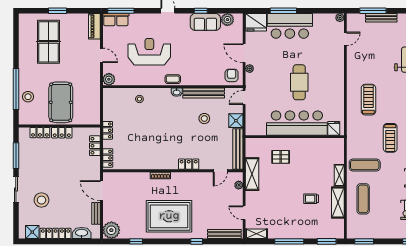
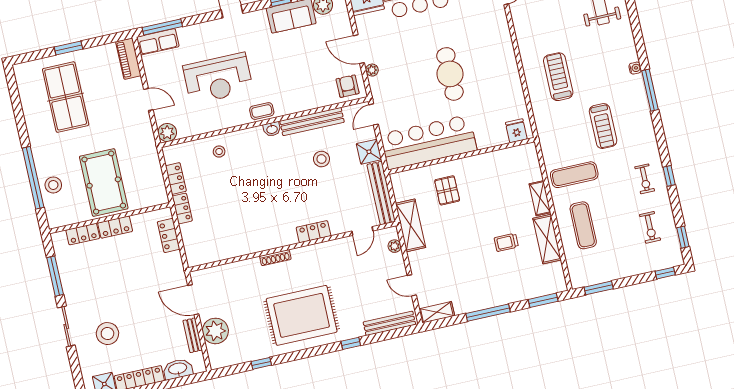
reception desk: (149, 52) -> (218, 78), turned 180
bar counter: (297, 123) -> (429, 142), moved
pallet: (281, 157) -> (447, 190), turned 90
locker: (108, 158) -> (176, 179), moved
plant: (111, 230) -> (215, 331), moved

